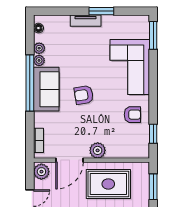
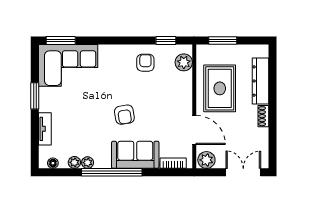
tv unit: (86, 21) -> (45, 129), moved
corner sofa: (130, 67) -> (68, 65), moved
sofa: (46, 89) -> (135, 155), moved
plant: (98, 150) -> (184, 62), moved

